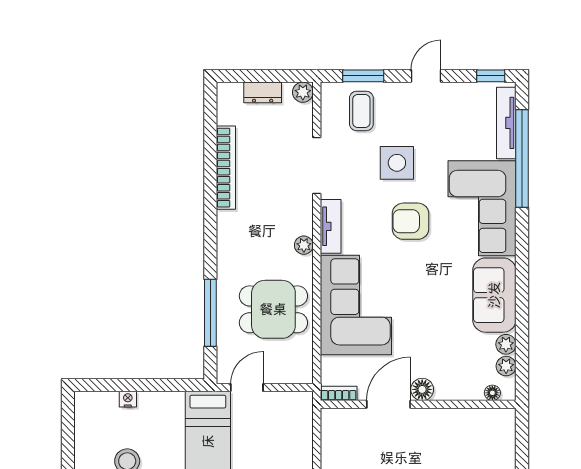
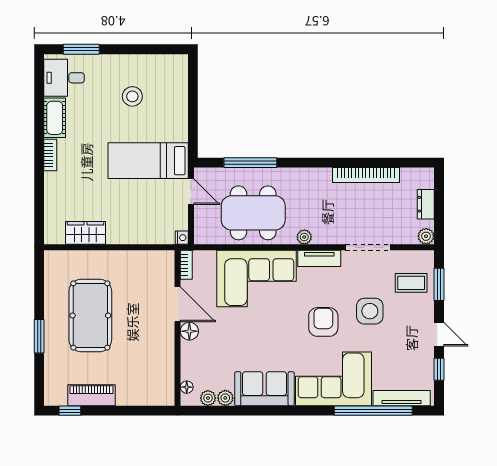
window: (491, 76) -> (439, 369), moved
dining table: (273, 309) -> (253, 213), width x1.38
nightstand: (128, 399) -> (182, 238), moved

